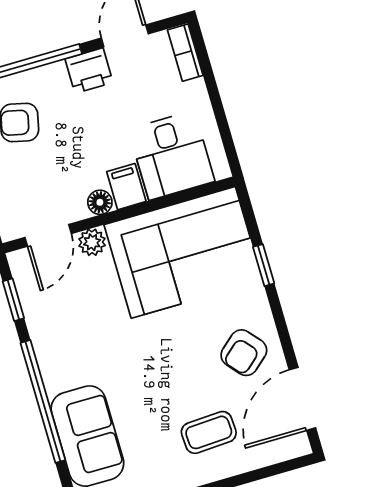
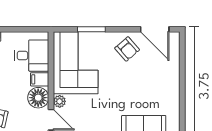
floor lamp: (100, 202) -> (38, 98), width x1.89, depth x1.89
window: (264, 265) -> (91, 29), width x1.50
coffee table: (209, 432) -> (158, 74), removed

